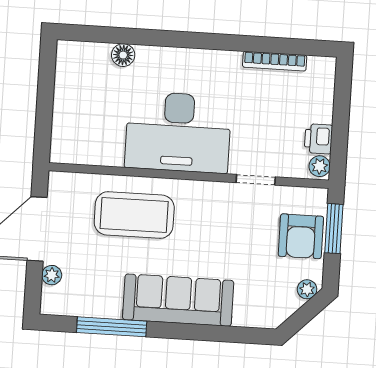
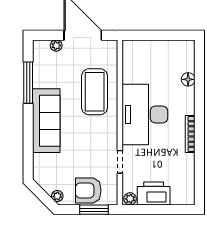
bookcase: (275, 61) -> (190, 134), moved
printer: (318, 139) -> (154, 193), width x1.87, depth x1.48

